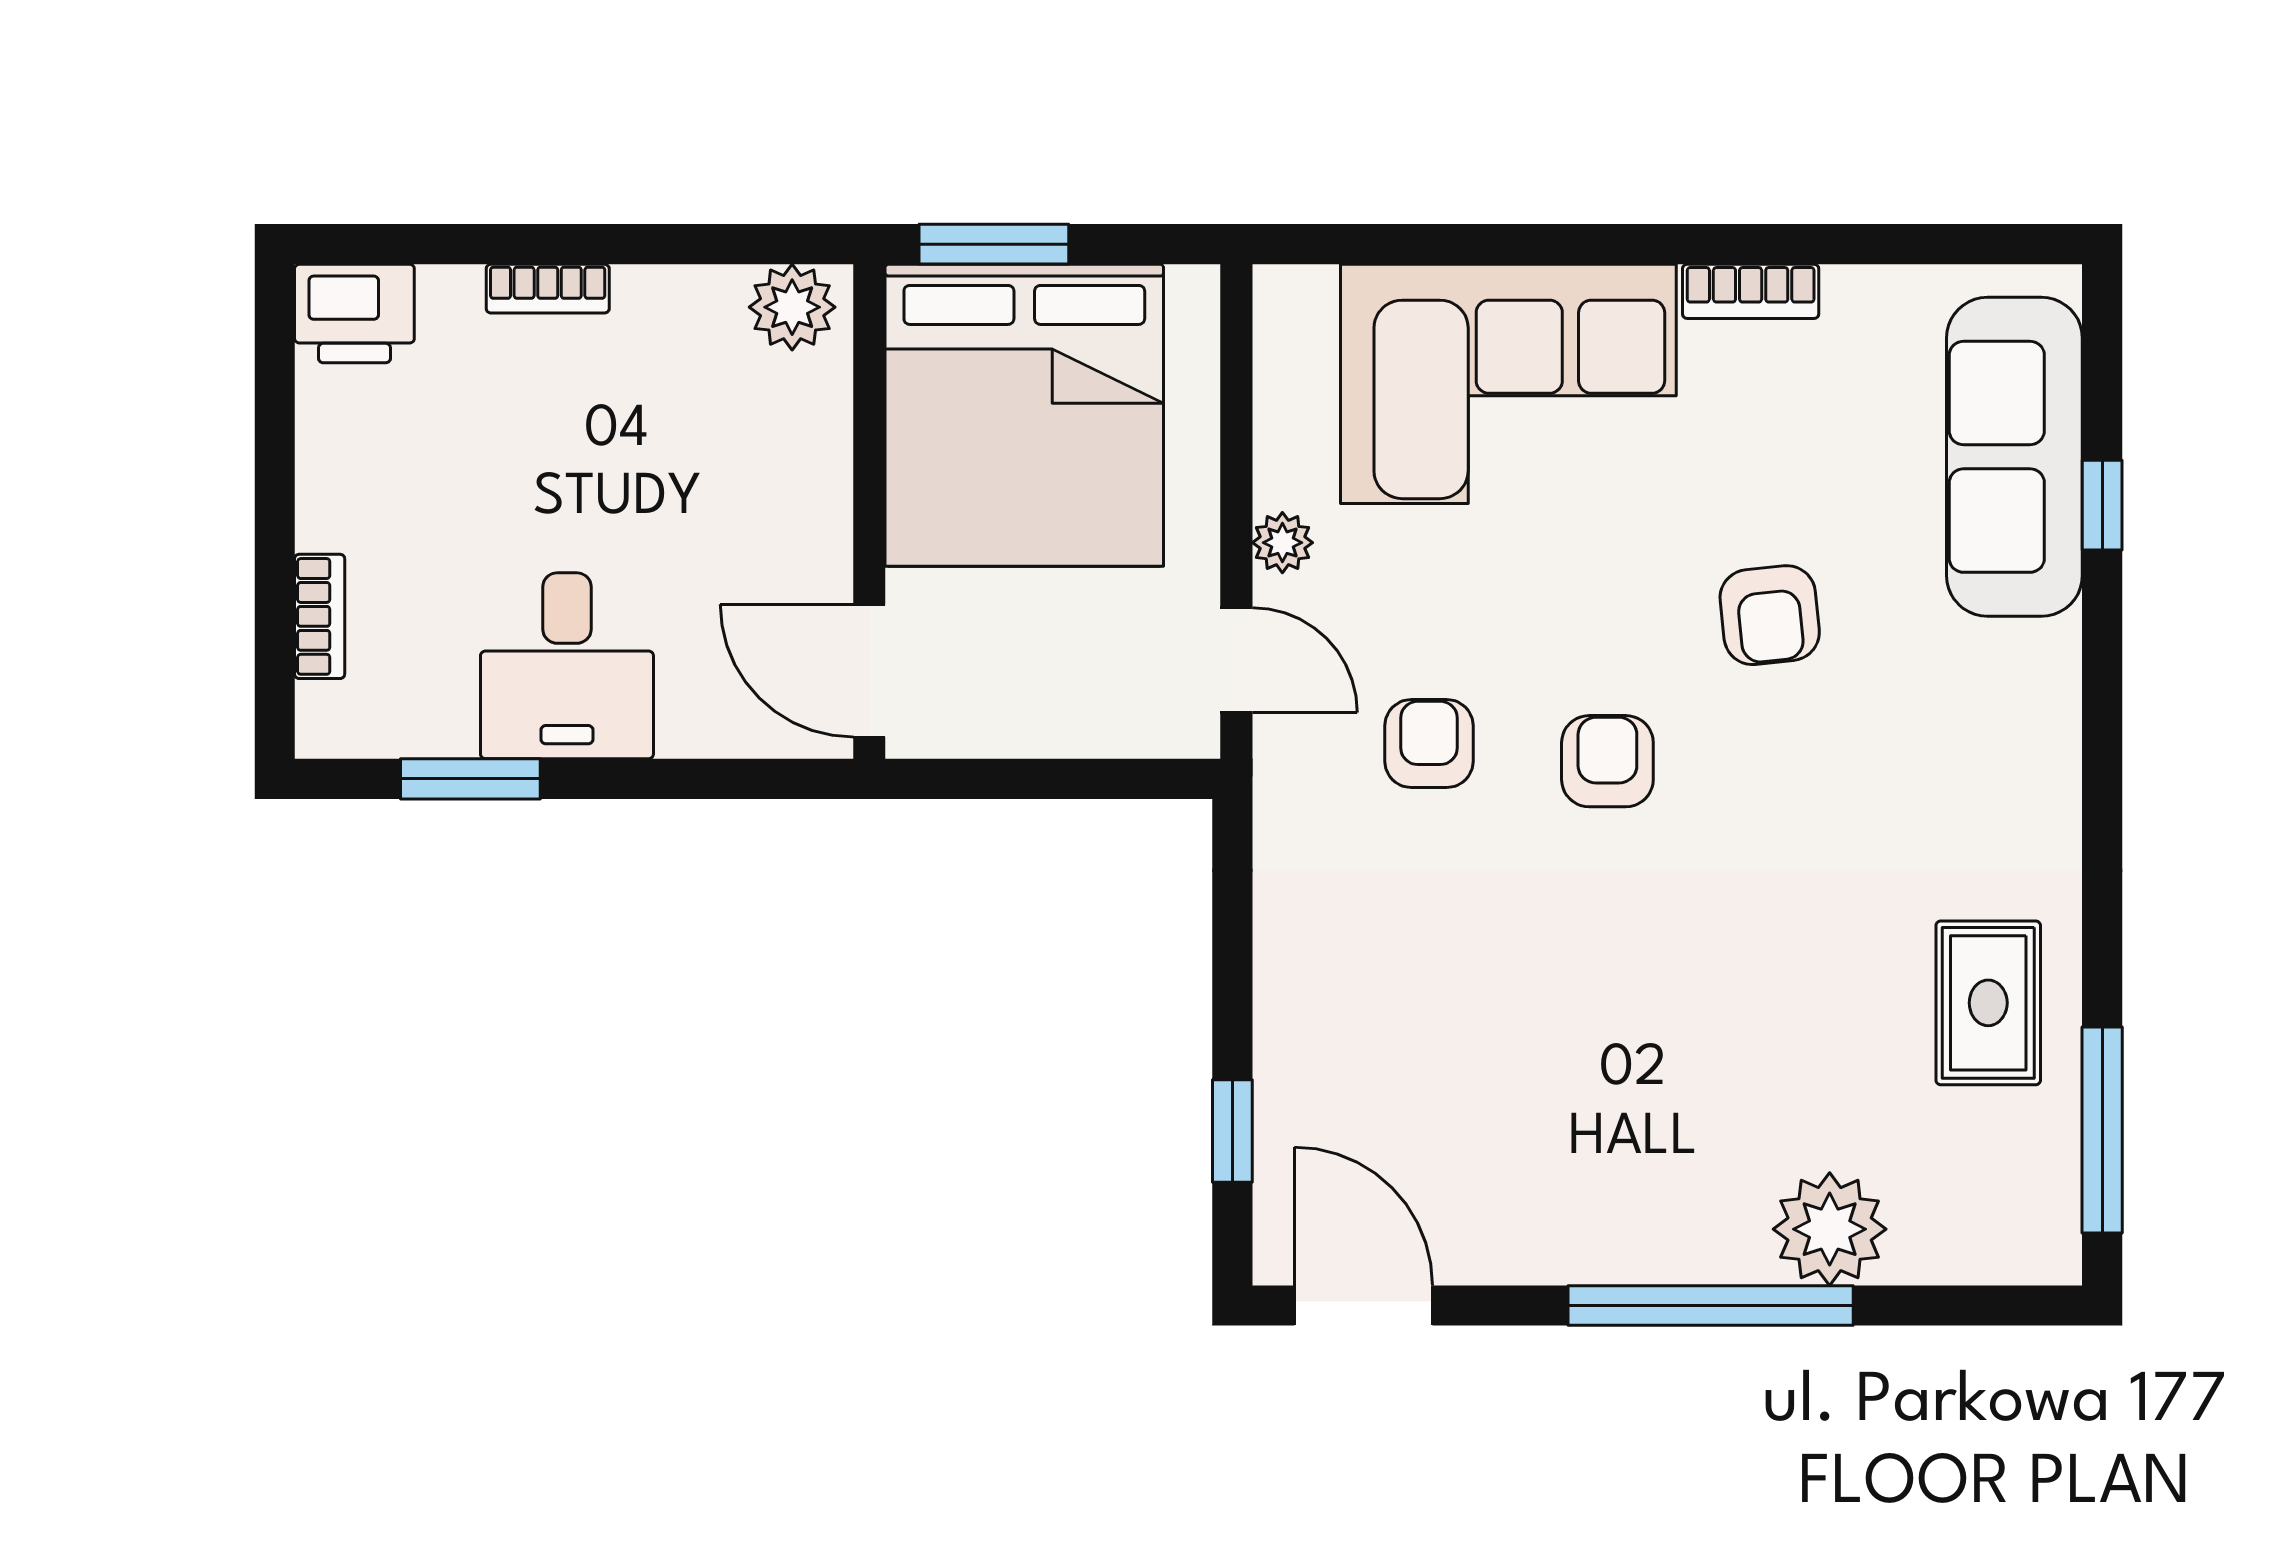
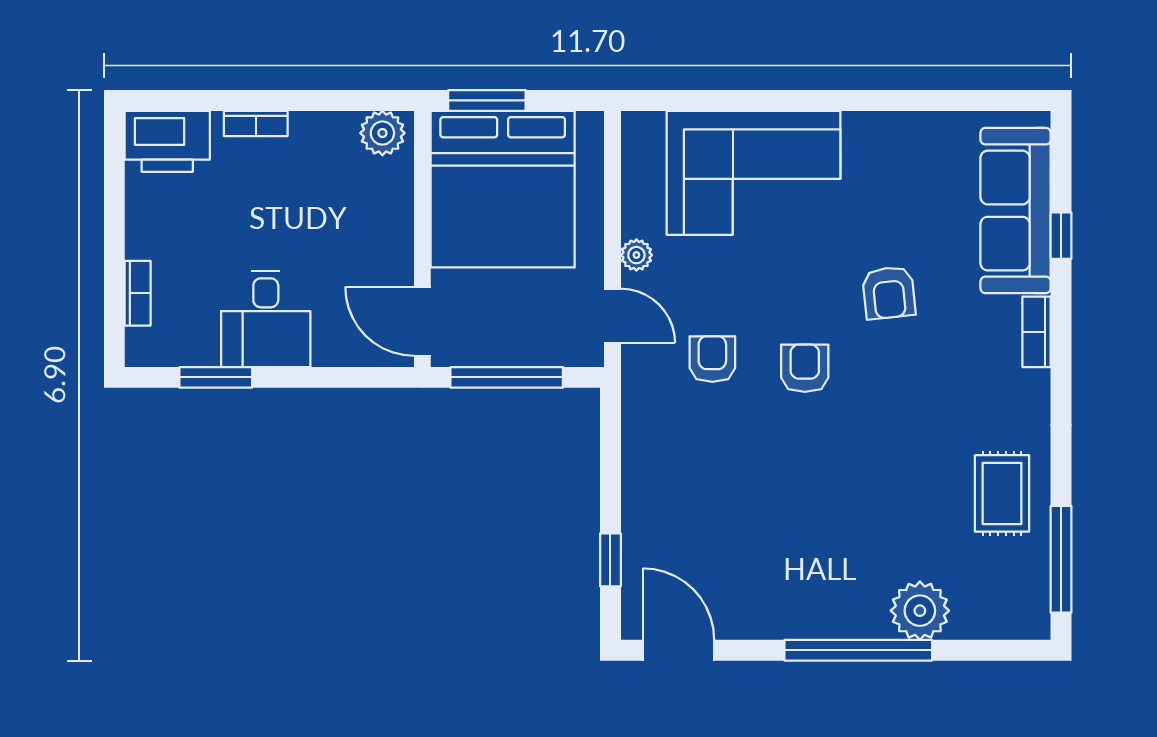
bookcase: (1751, 291) -> (1037, 332), moved, turned 90
printer: (354, 314) -> (167, 141), width x1.37, depth x1.19
window: (1032, 779) -> (507, 377), added

